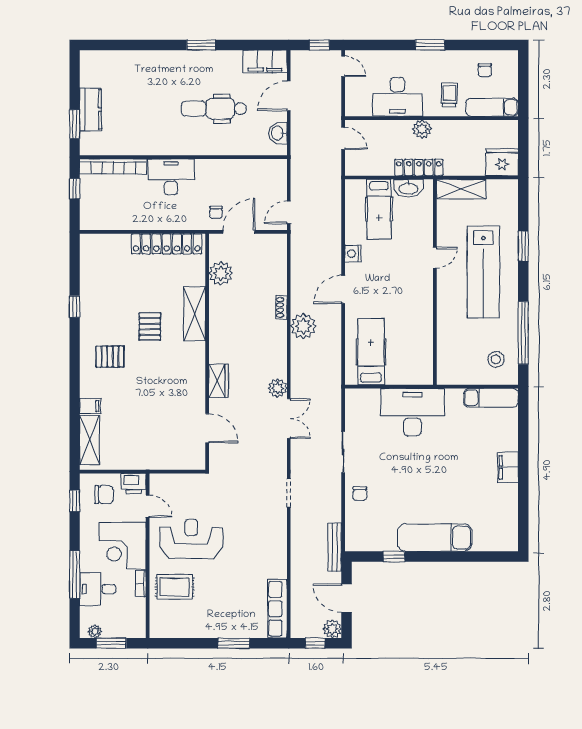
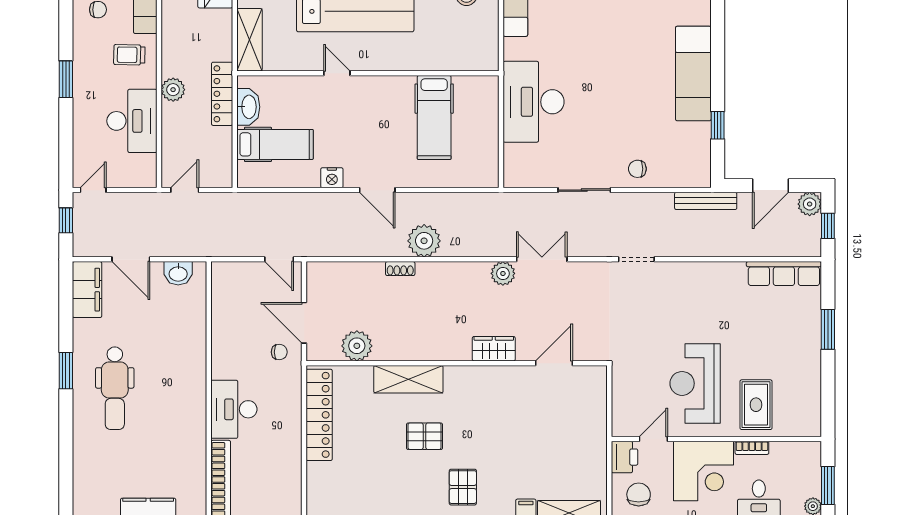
dental chair: (214, 109) -> (115, 388), moved
hospital bed: (371, 352) -> (434, 118), moved, turned -90
chair: (360, 494) -> (637, 169), turned 180

